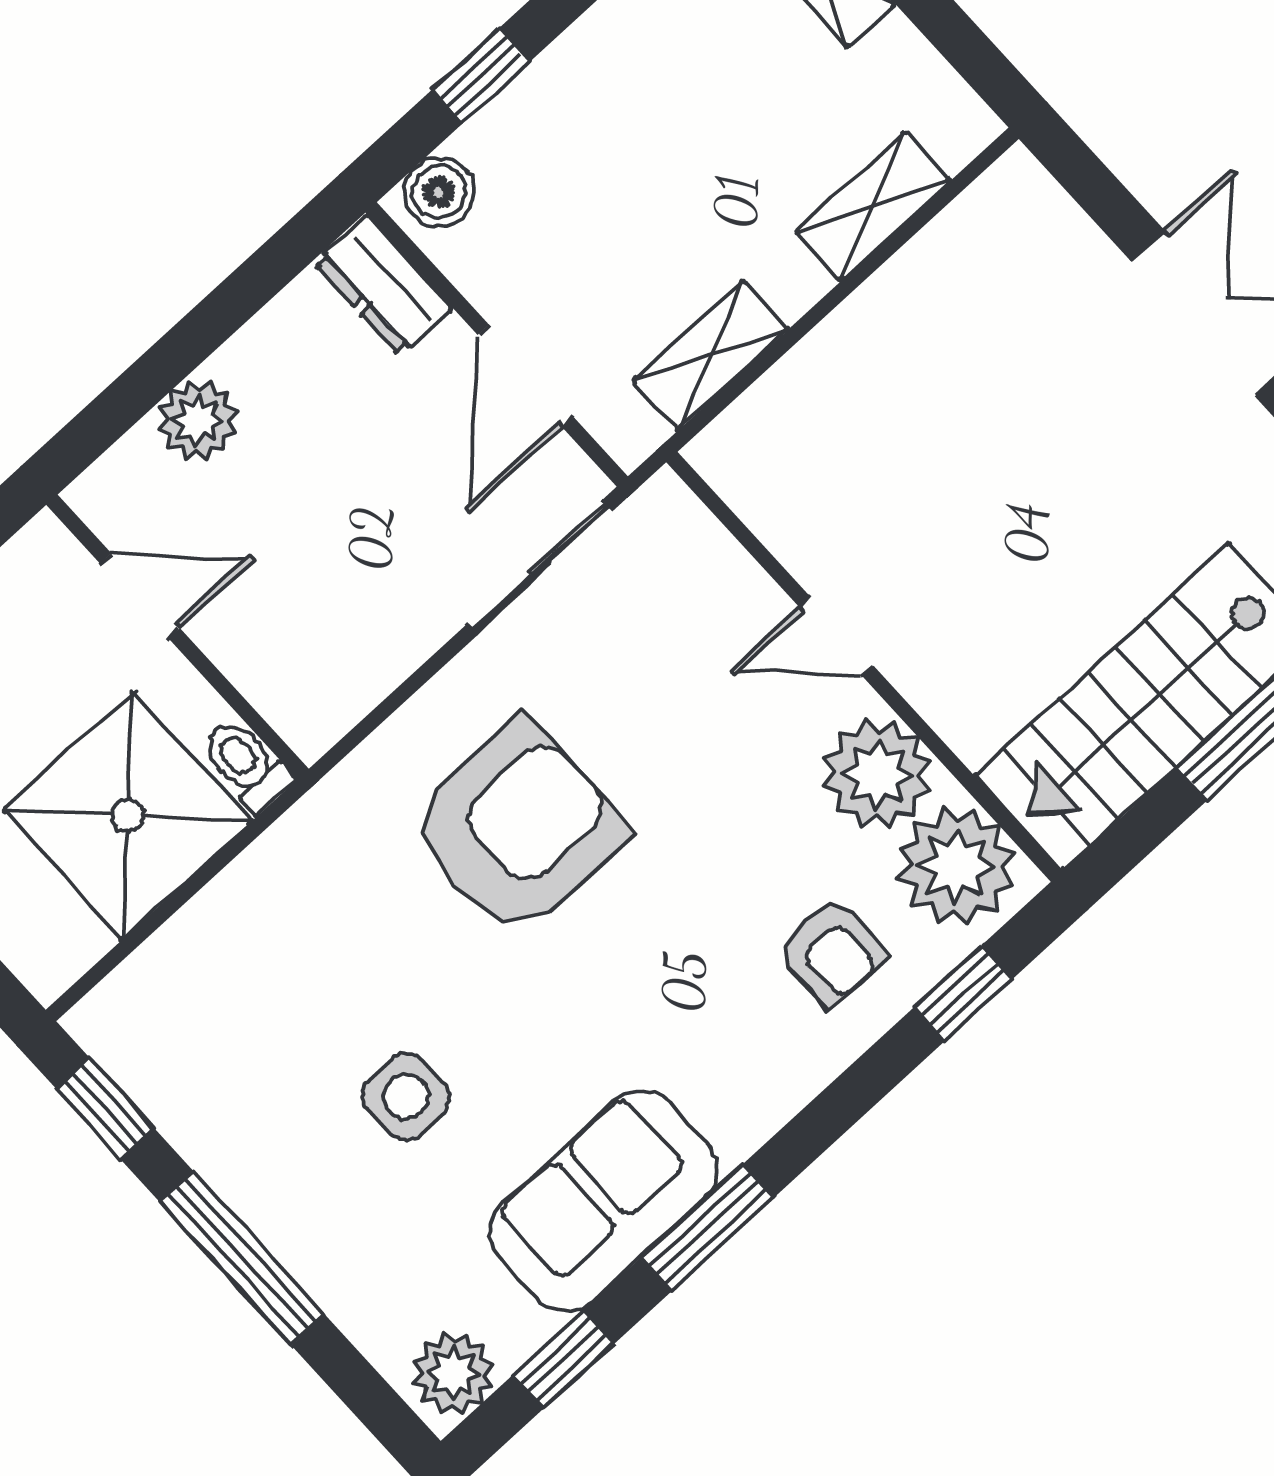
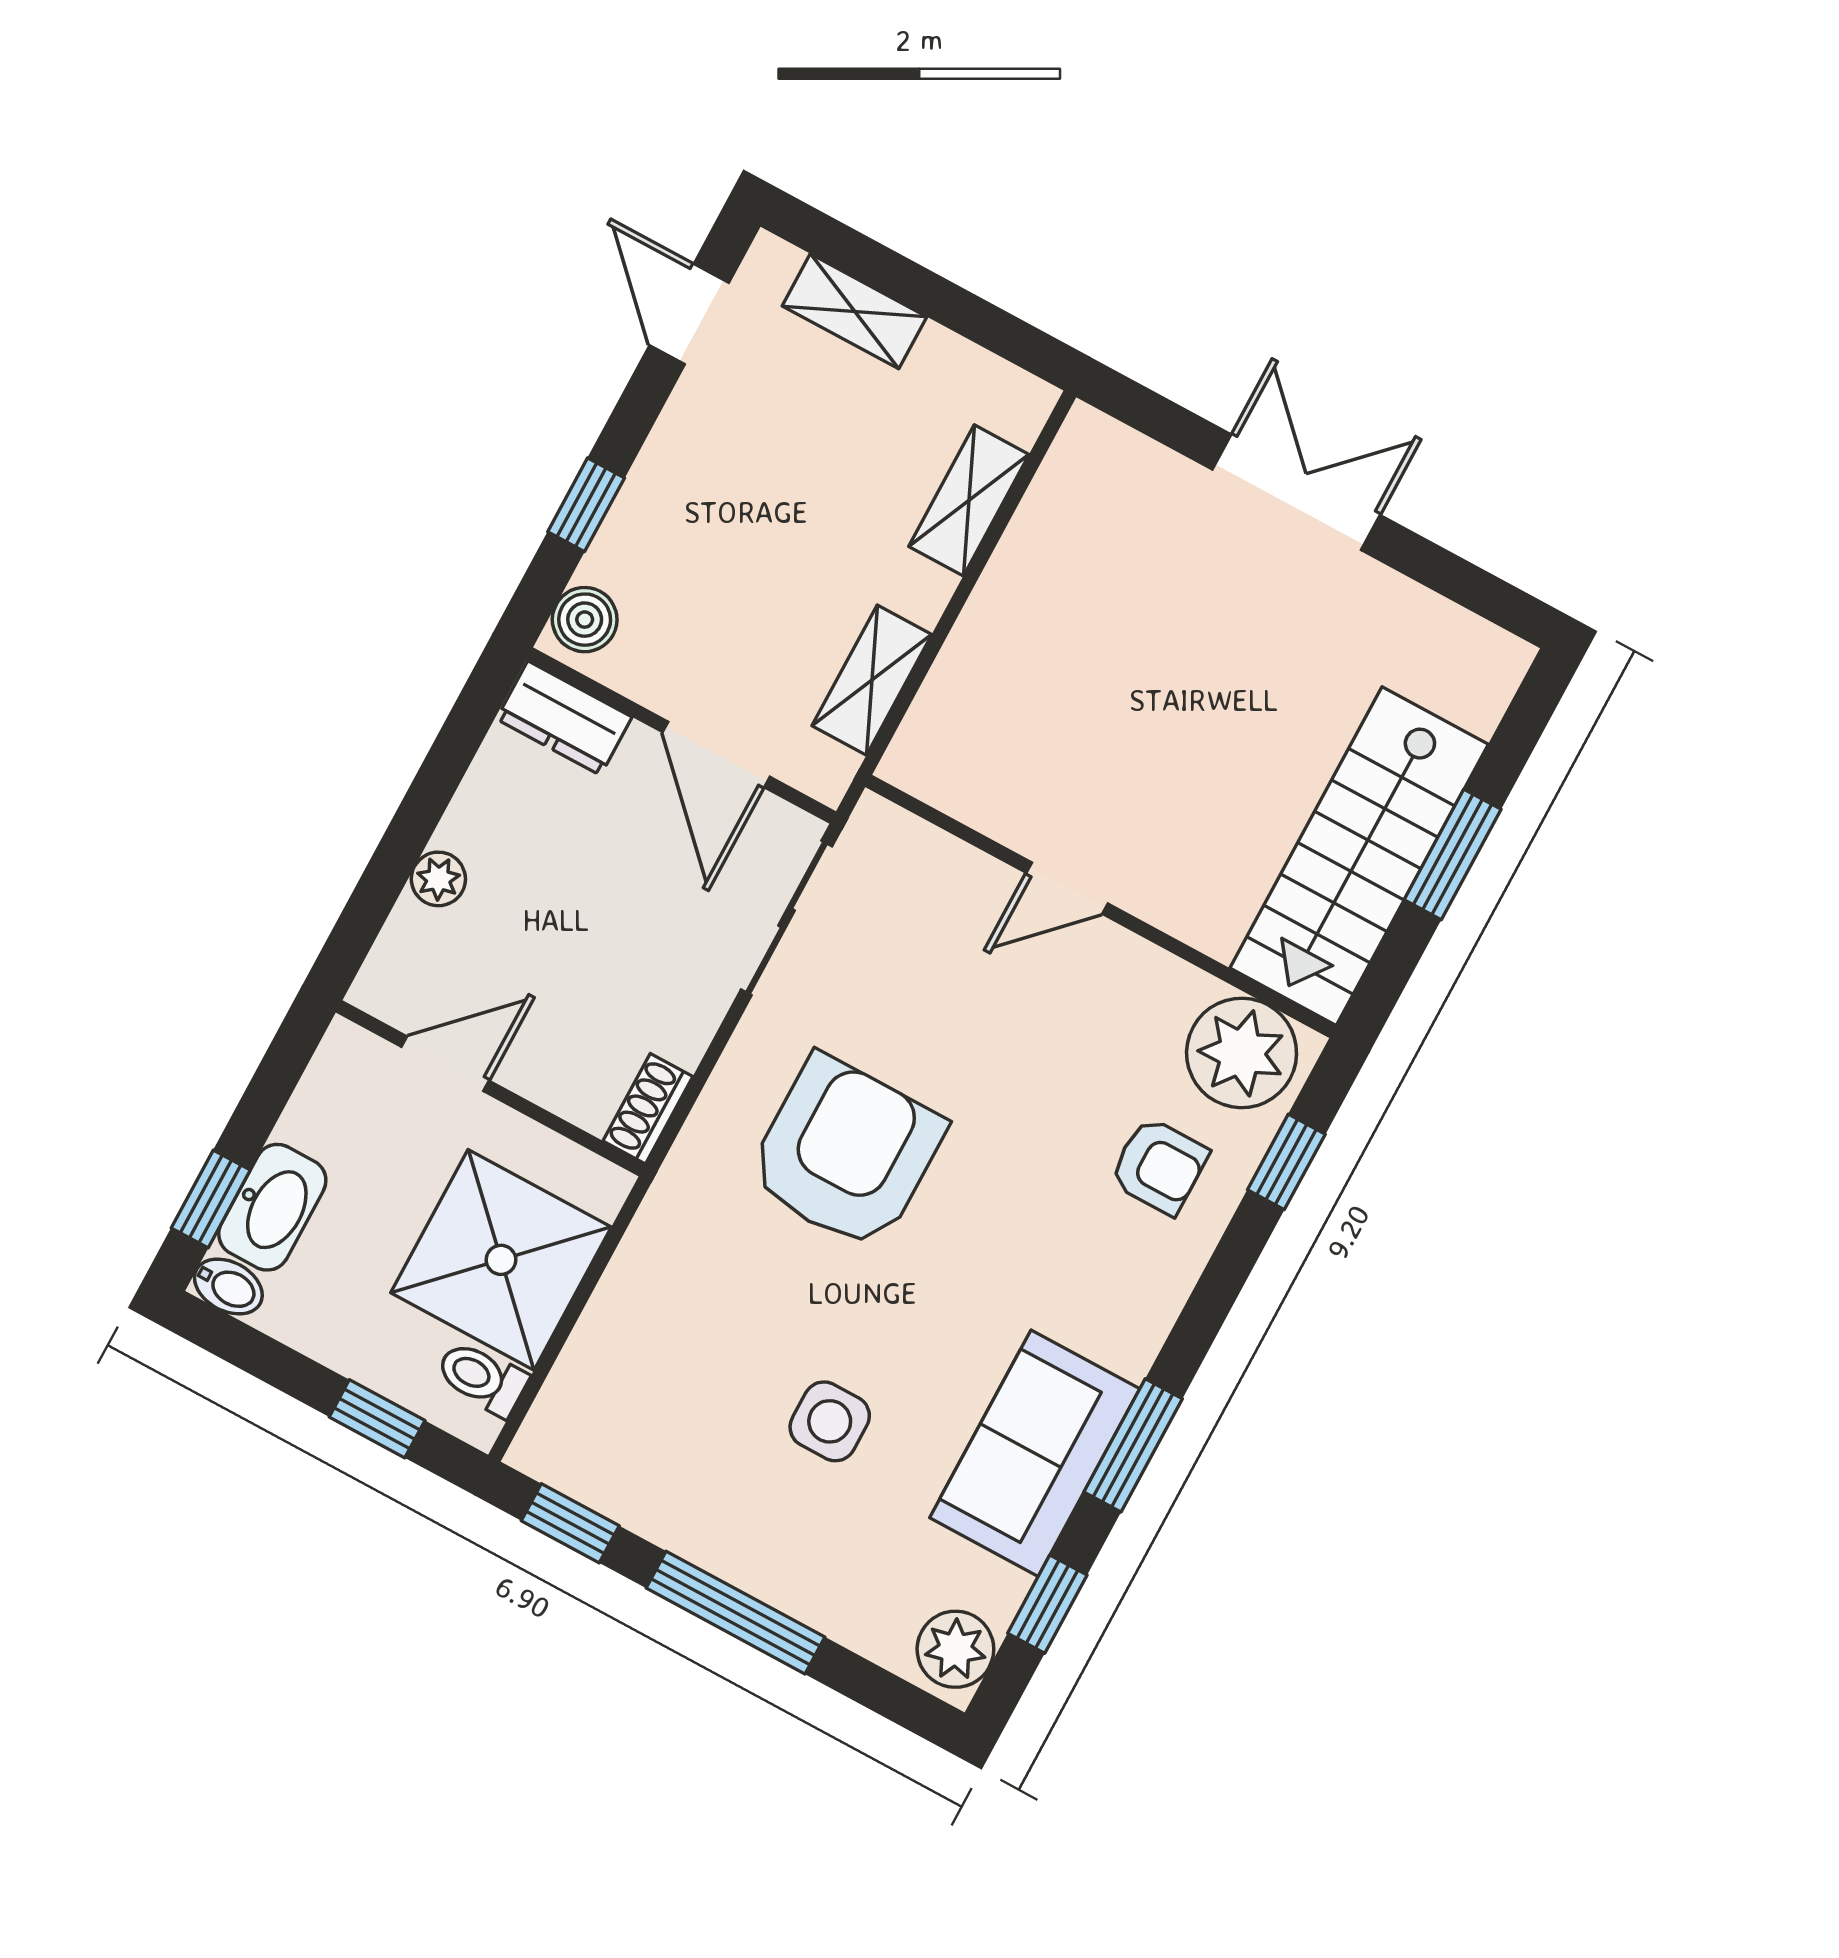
plant: (198, 420) -> (438, 879), width x0.73, depth x0.73
shoe rack: (331, 713) -> (648, 1109), added
toilet: (246, 764) -> (482, 1378), moved
plant: (877, 774) -> (1145, 997), removed

